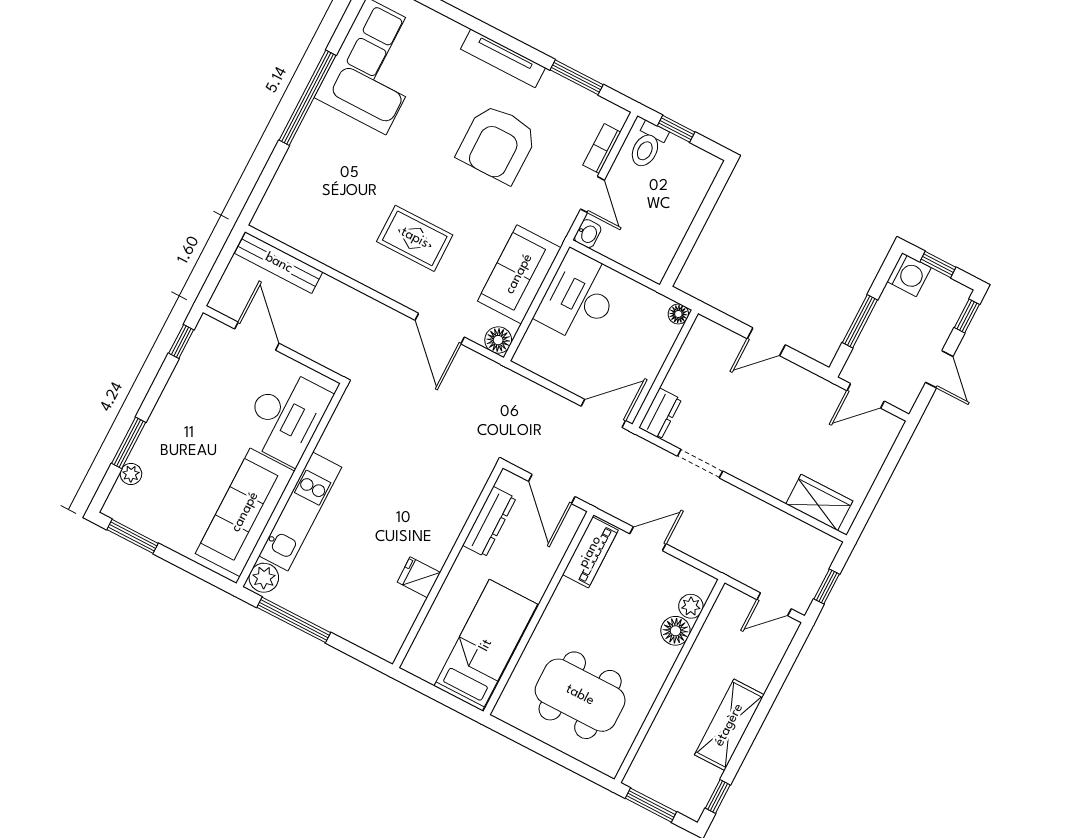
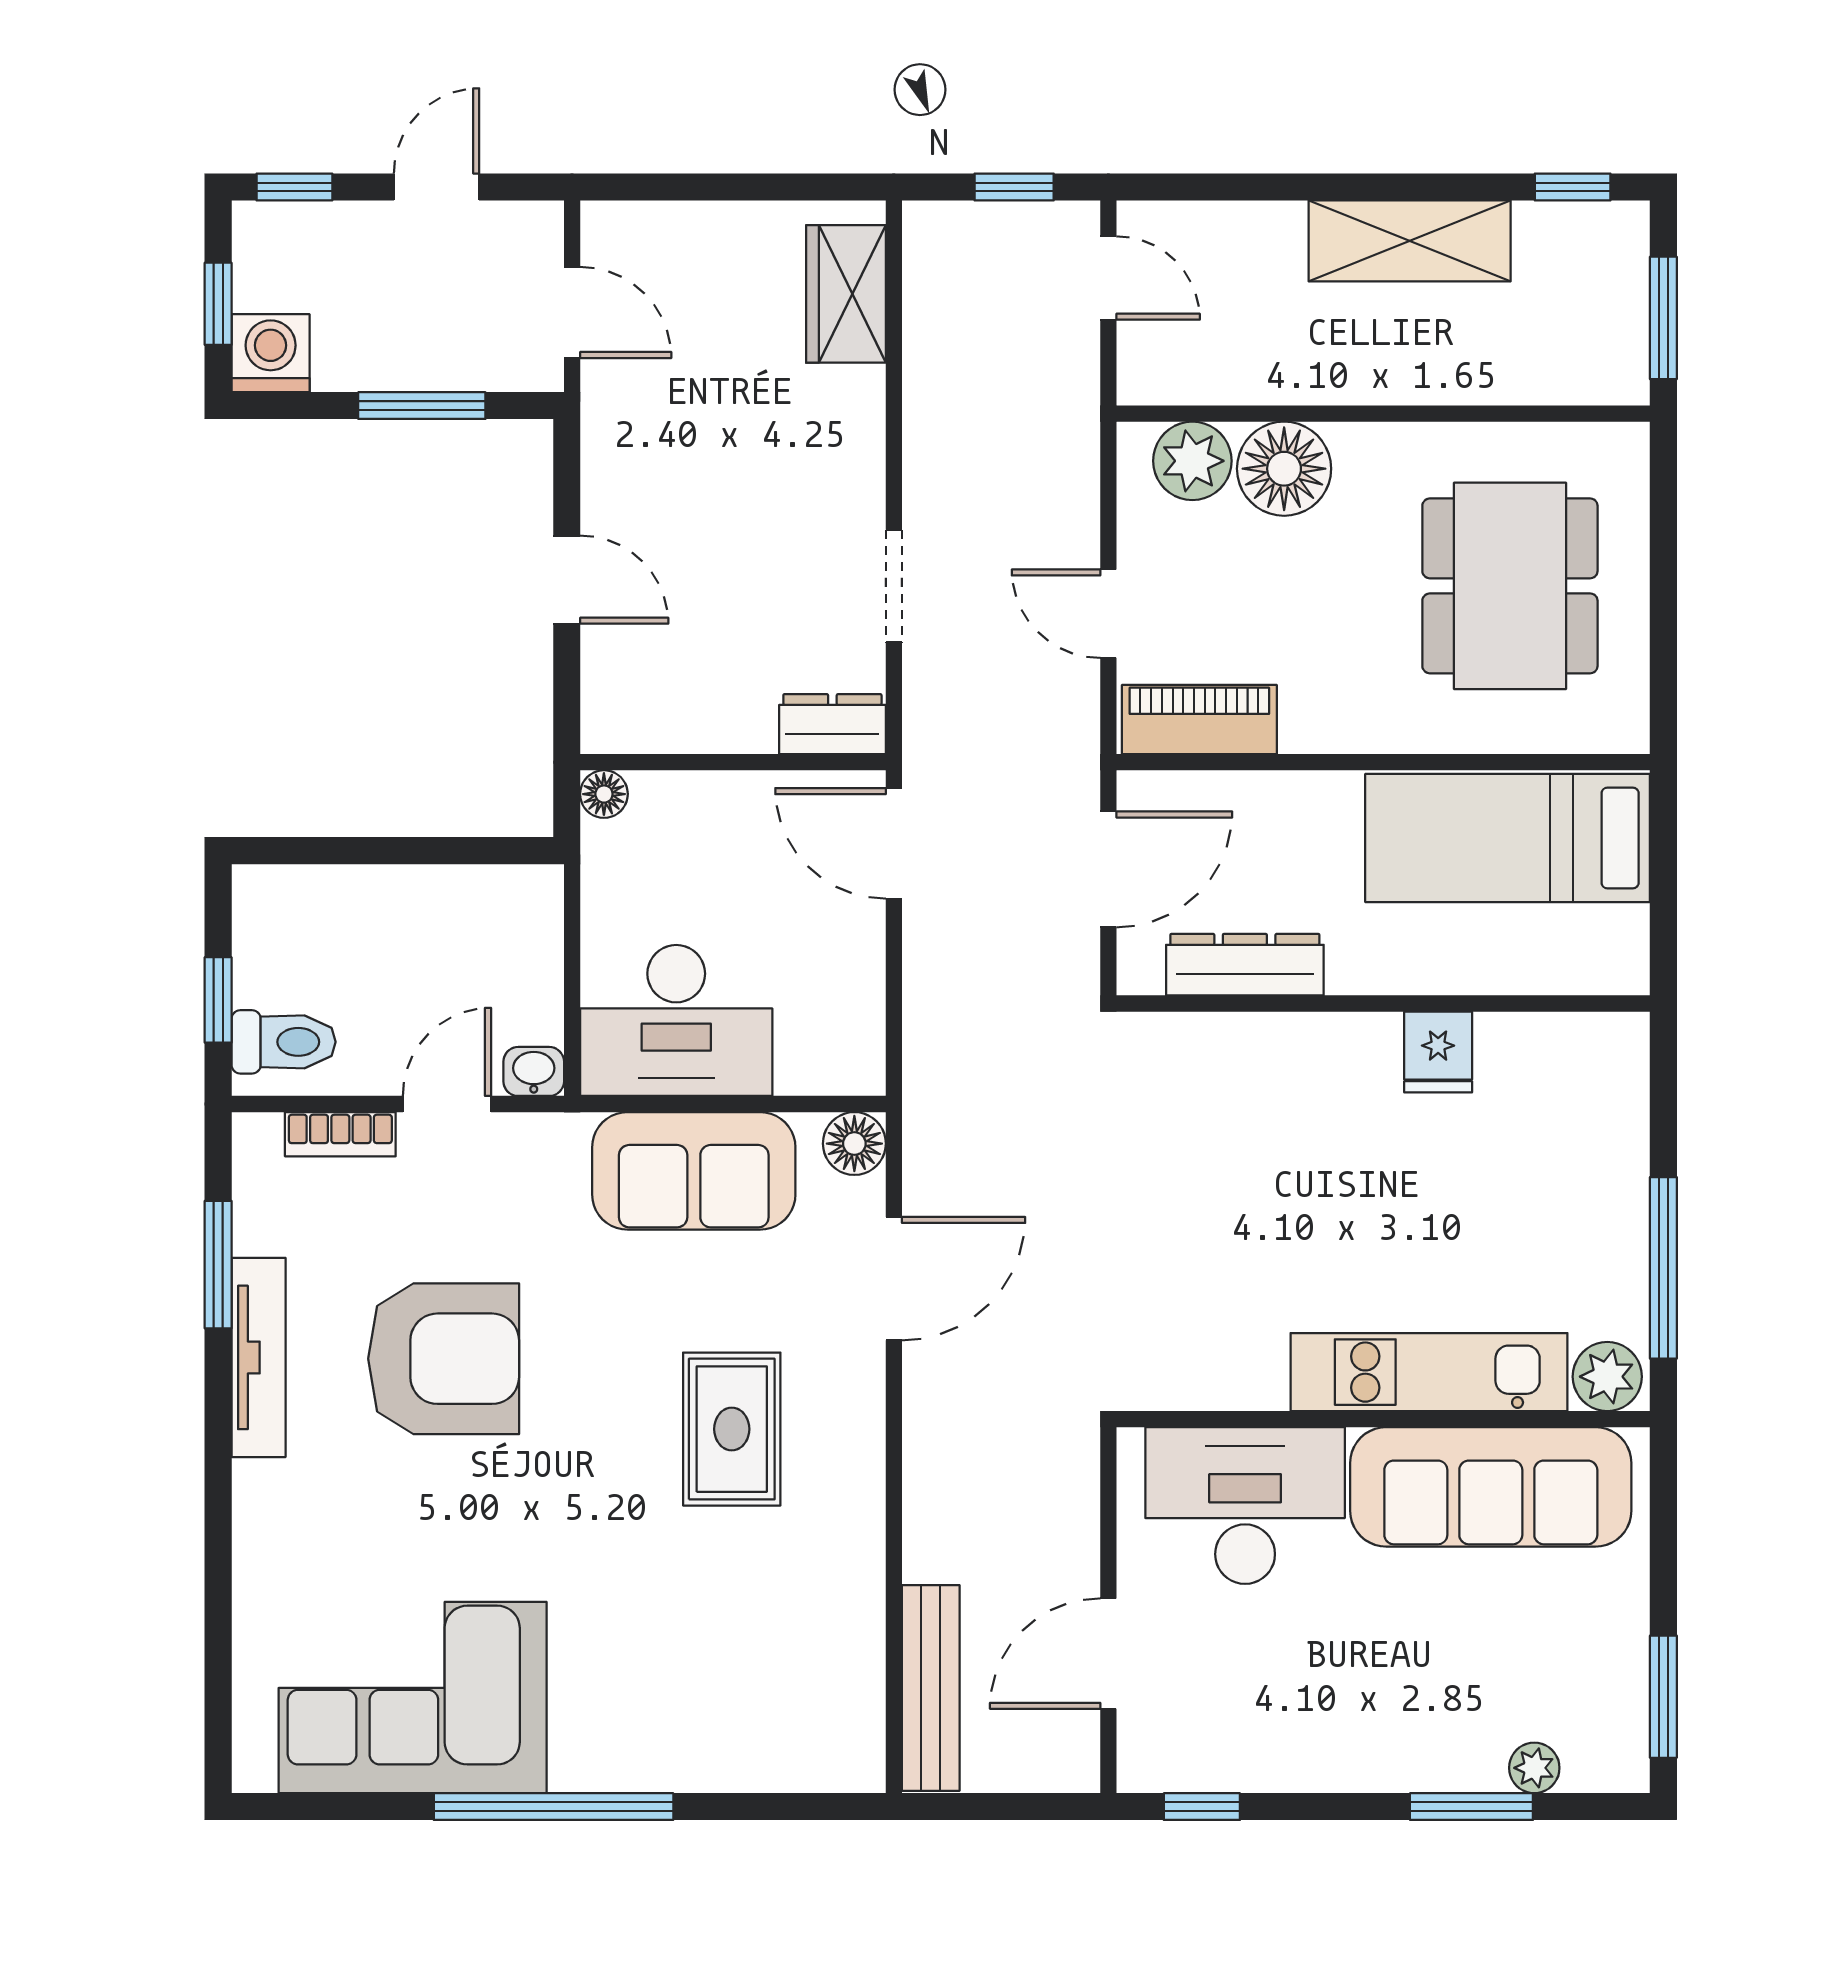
tv unit: (503, 58) -> (259, 1357), moved
plant: (691, 606) -> (1192, 461), width x1.38, depth x1.38
floor lamp: (675, 631) -> (1284, 469), width x1.38, depth x1.38

